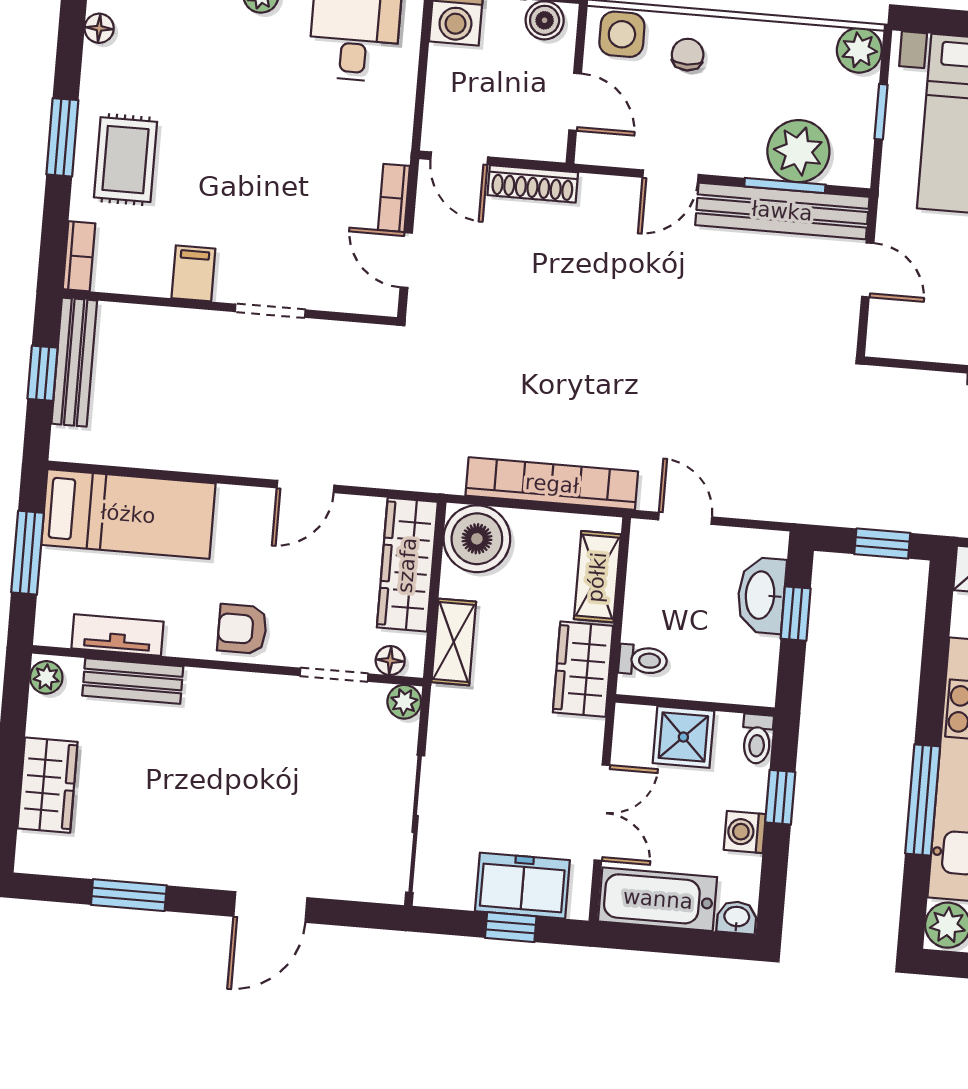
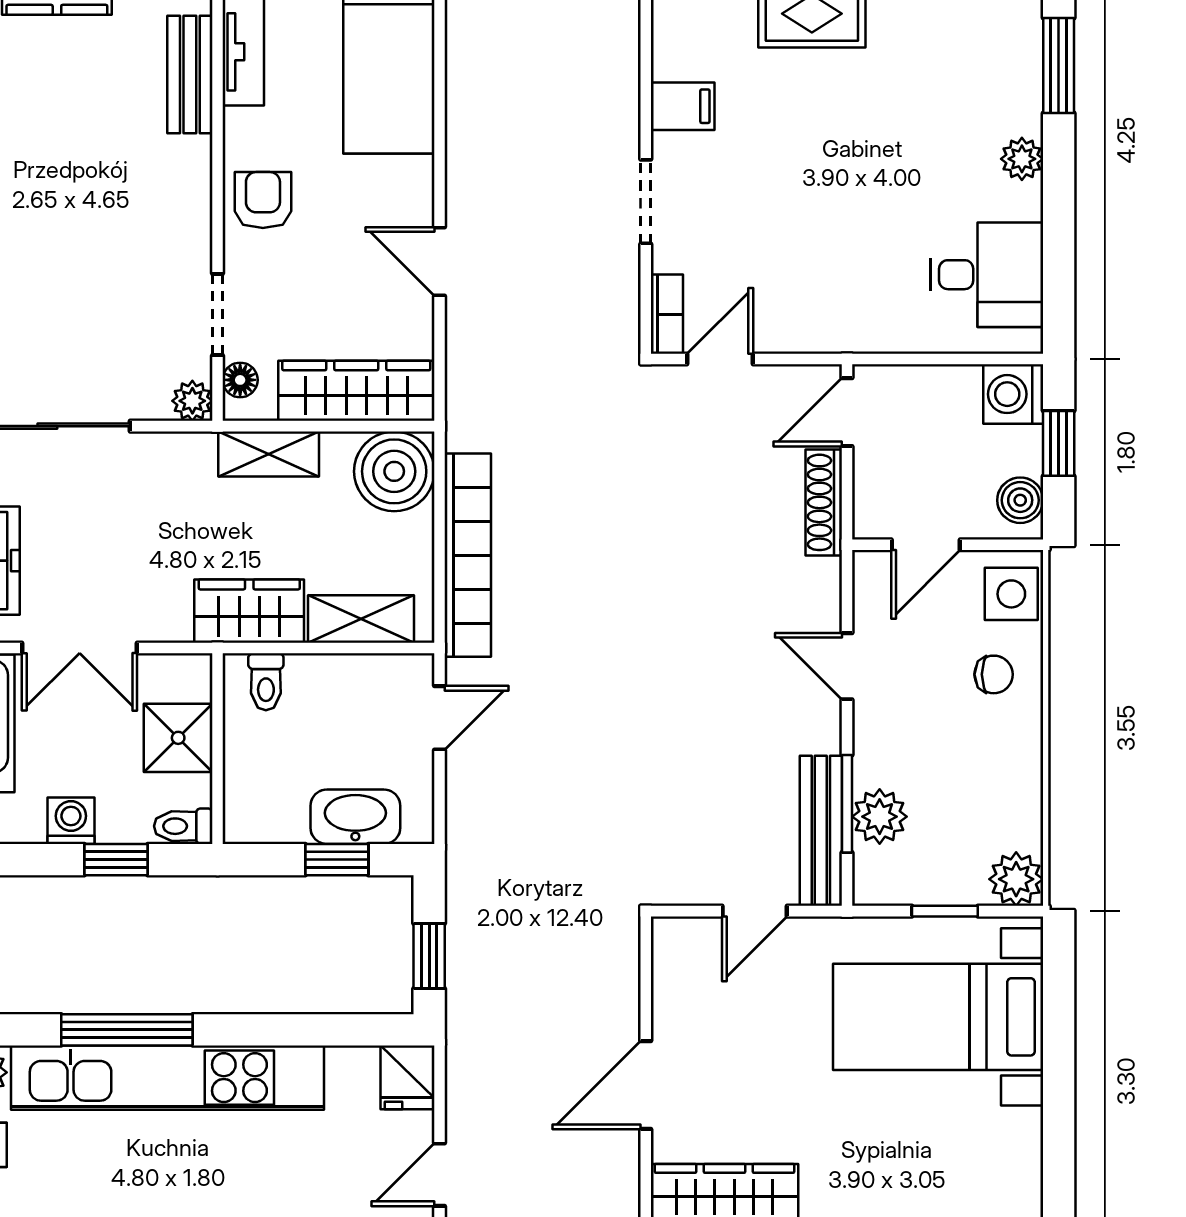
plant: (798, 151) -> (880, 817), width x0.73, depth x0.73
bookcase: (394, 198) -> (667, 314), moved, turned 90
bench: (782, 211) -> (821, 831), width x0.73, depth x0.82

